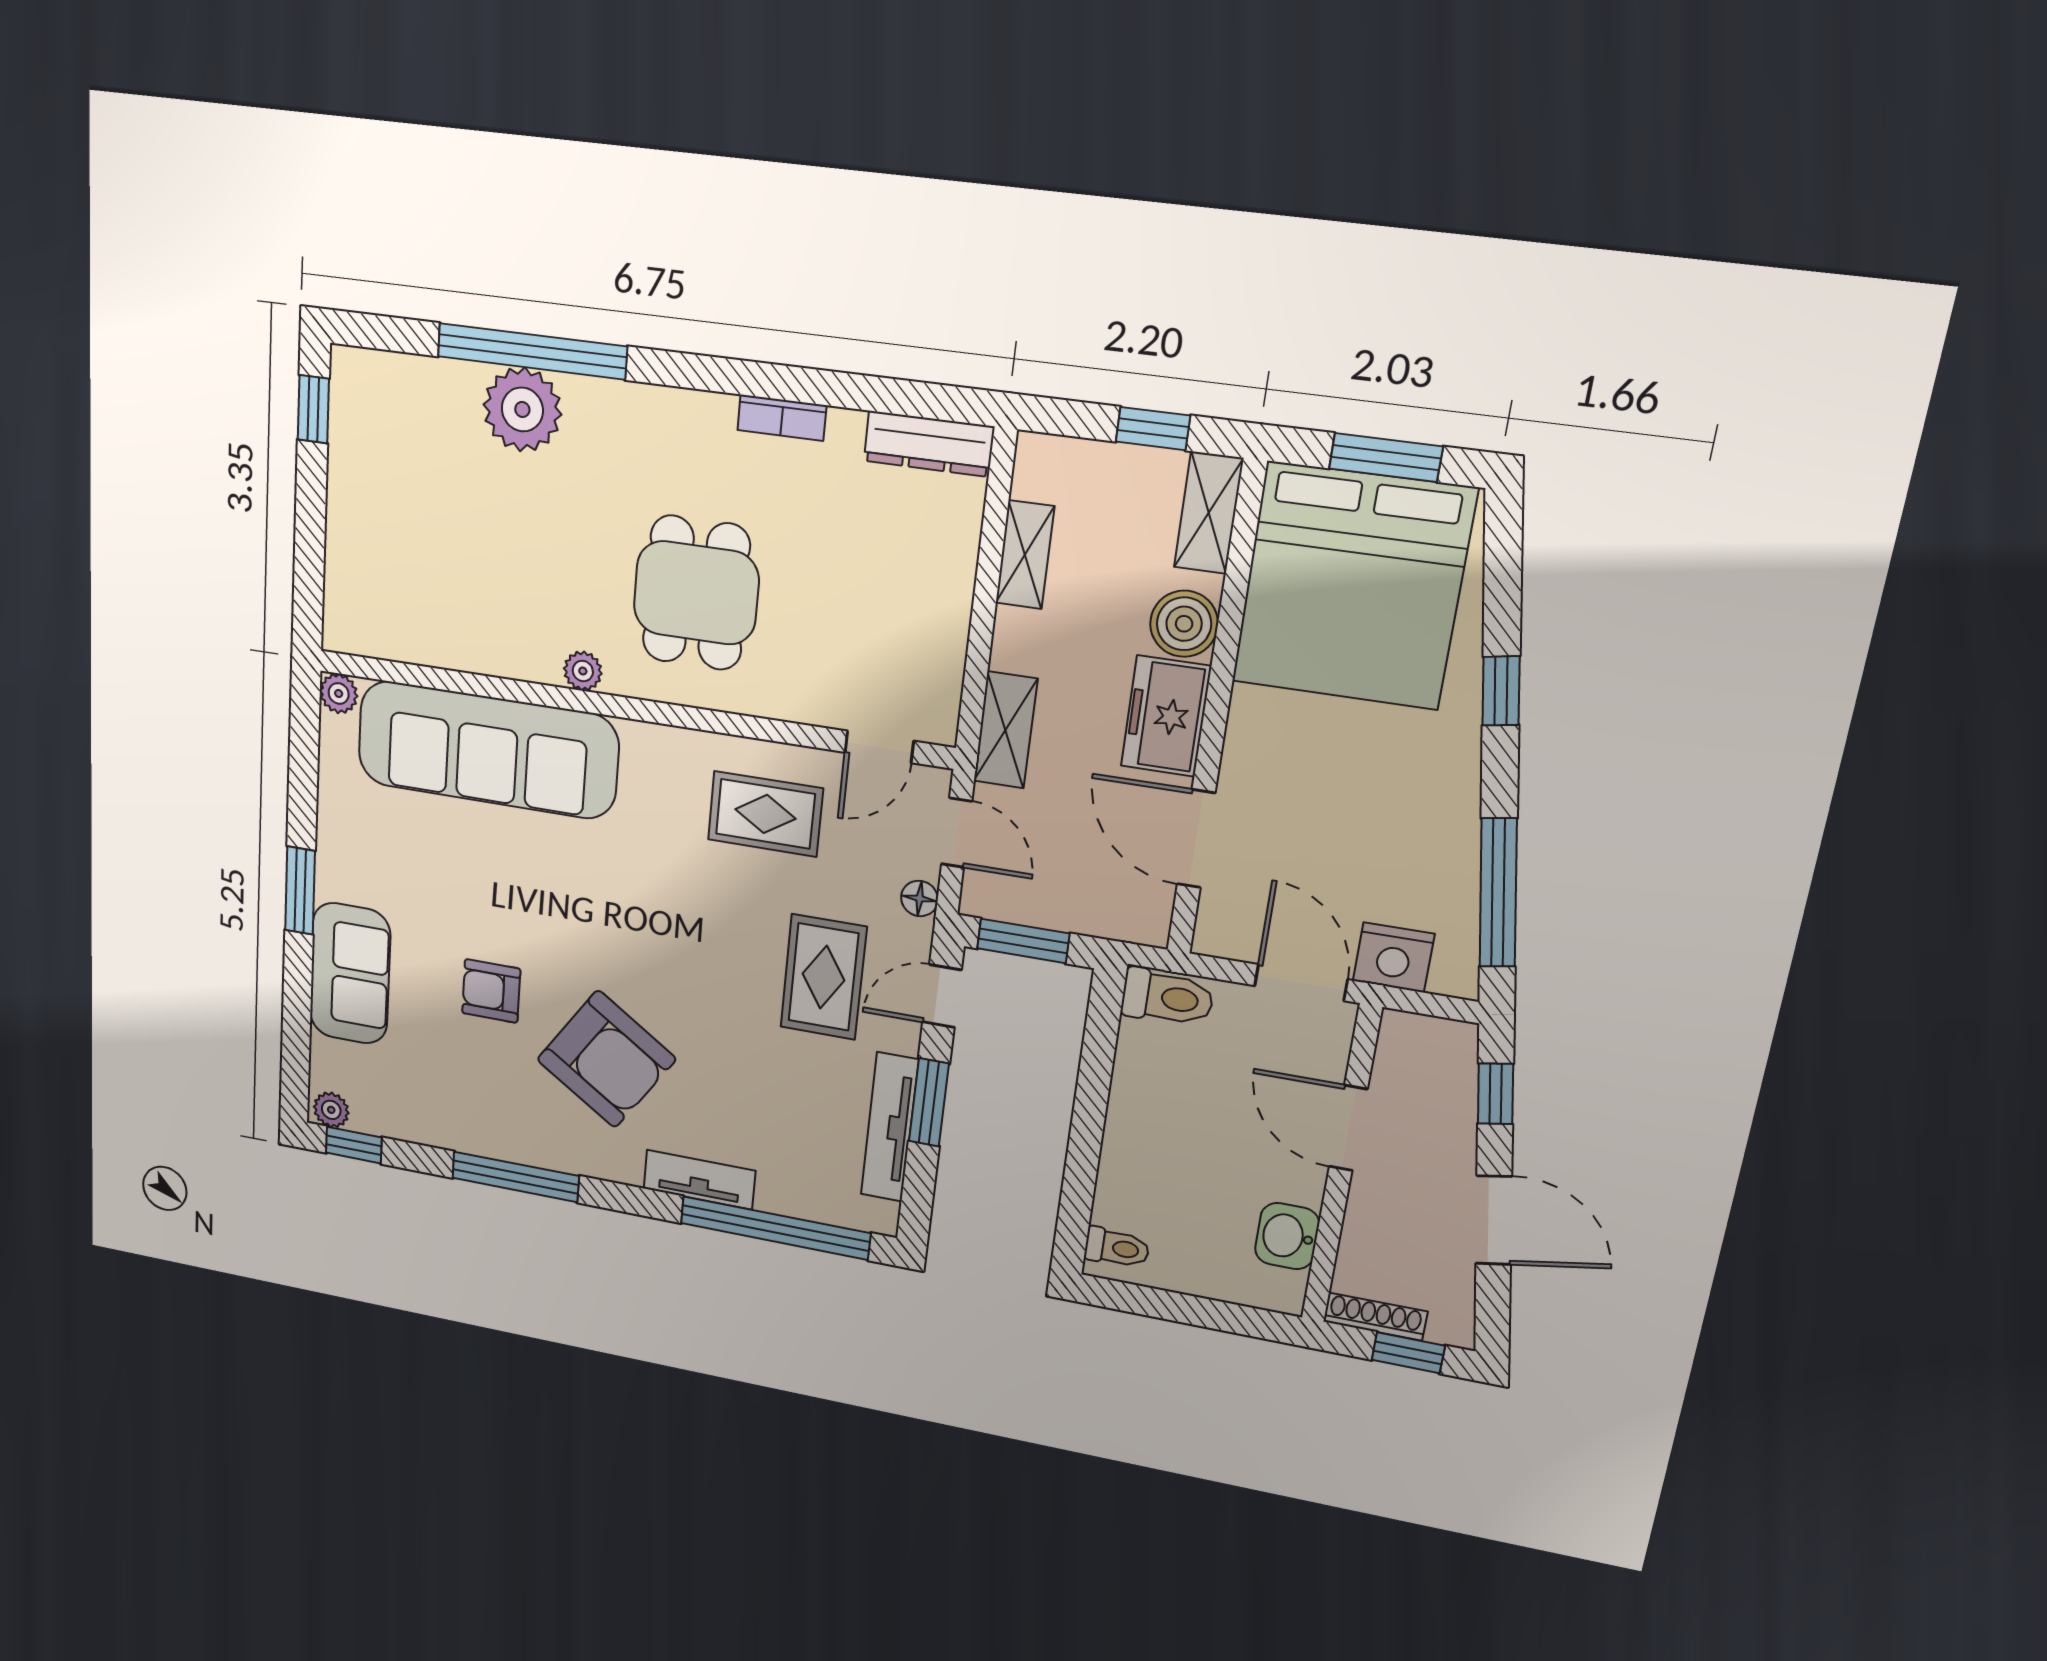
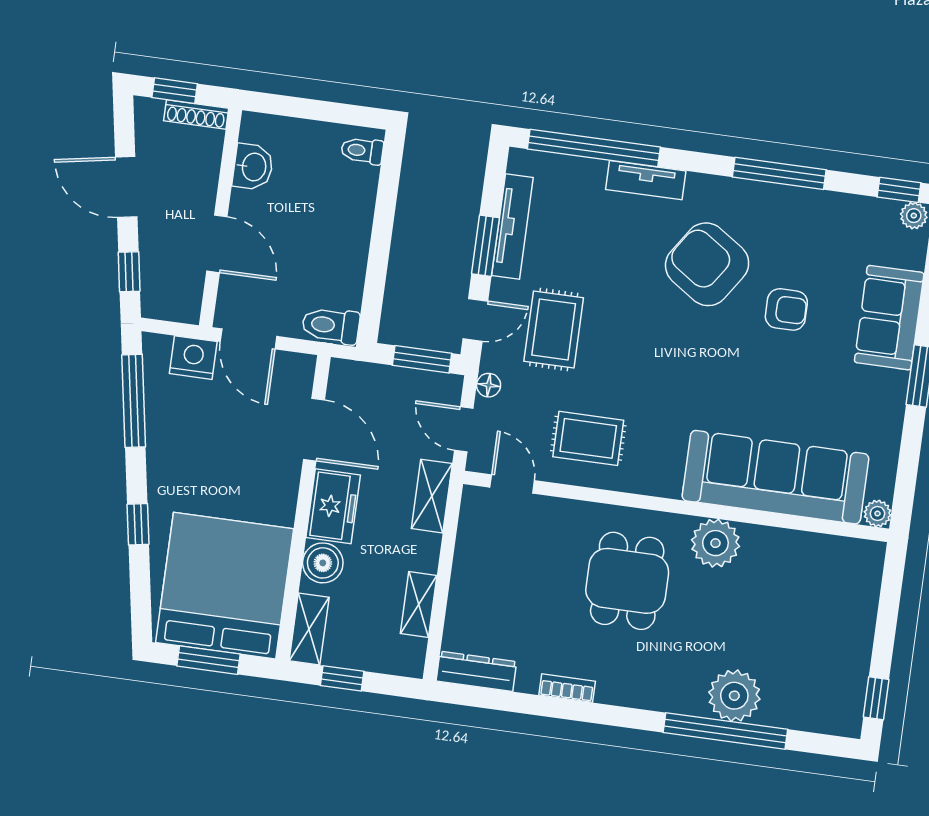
plant: (583, 671) -> (715, 543), width x1.87, depth x1.87
door: (879, 747) -> (512, 484), hinge flipped

